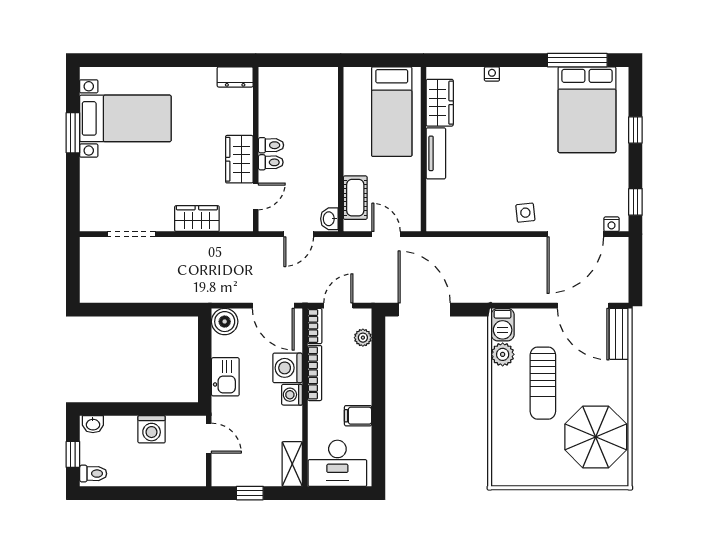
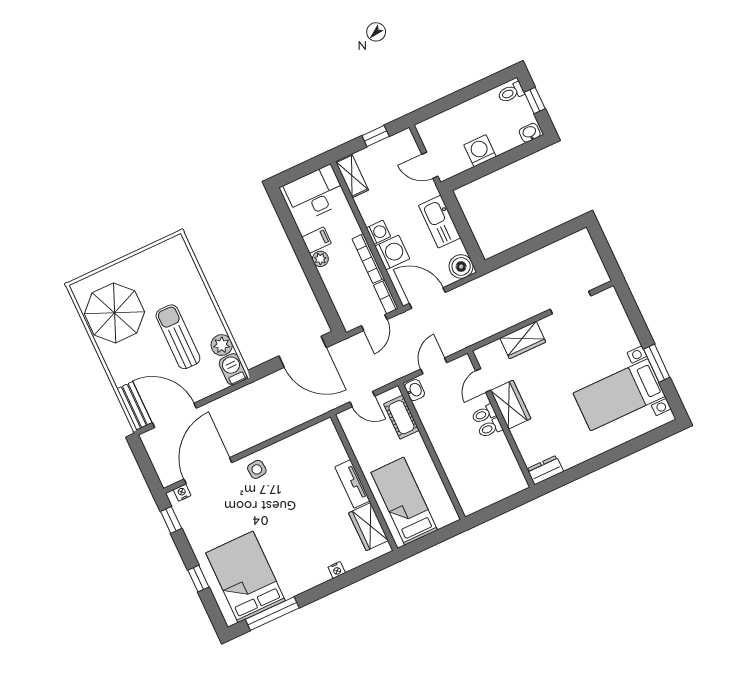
plant: (363, 338) -> (320, 259), moved
kitchen sink: (225, 377) -> (440, 222), width x1.38

